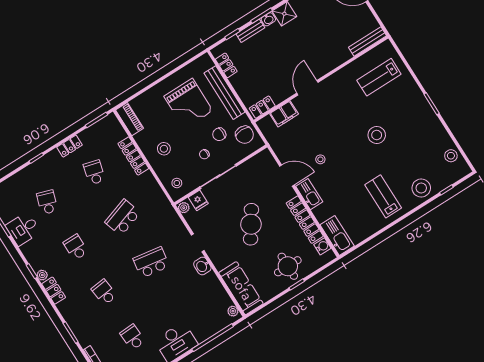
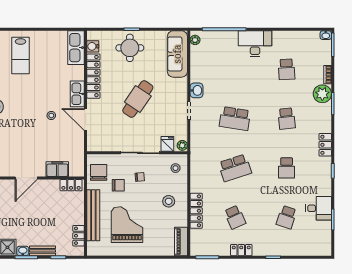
school desk: (94, 172) -> (235, 217), turned -39
plant: (42, 275) -> (322, 94), moved, width x1.88, depth x1.88

